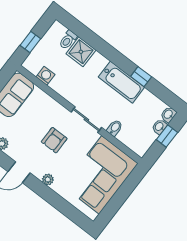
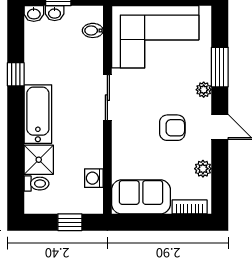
bathtub: (121, 82) -> (38, 114), moved
bidet: (115, 128) -> (93, 30), moved
armchair: (54, 140) -> (172, 128), moved
window: (54, 199) -> (220, 67), added

